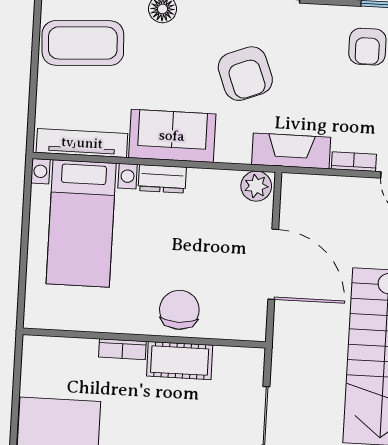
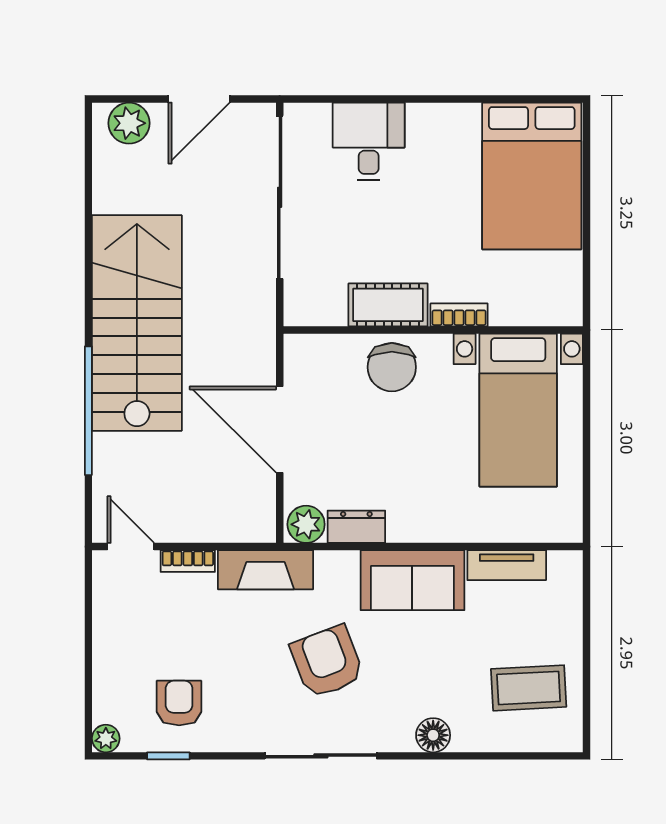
coffee table: (83, 43) -> (529, 688), width x0.73, depth x0.76
tv unit: (82, 143) -> (507, 565), width x0.71
dresser: (162, 179) -> (356, 527), moved
bed with nightstands: (81, 223) -> (518, 410), moved, turned 180

